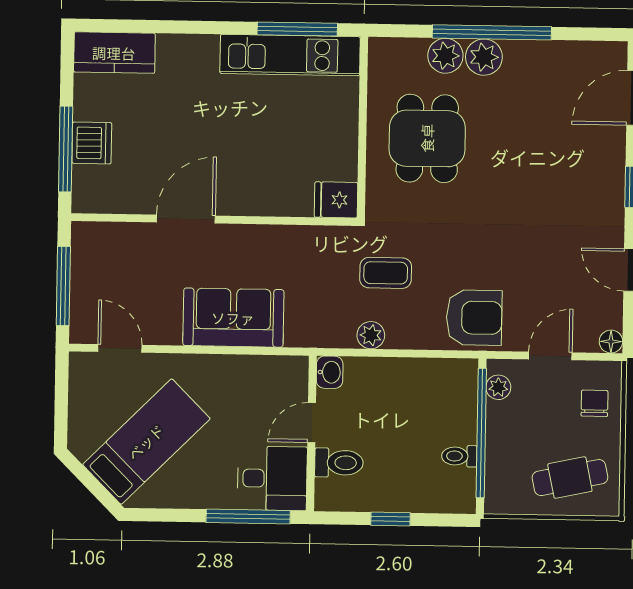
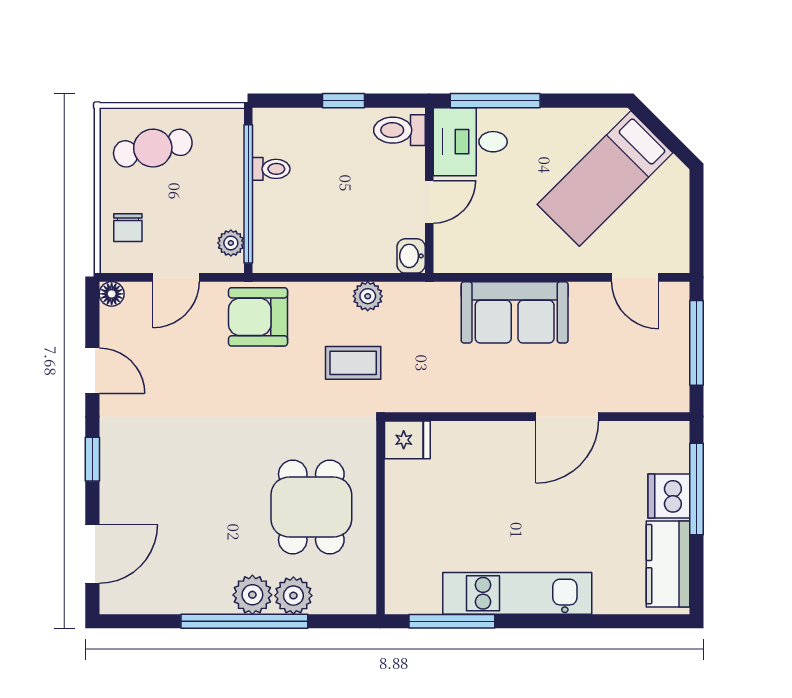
kitchen counter: (114, 53) -> (668, 564), moved, turned -90
kitchen unit: (290, 55) -> (517, 593), moved
toilet: (339, 463) -> (399, 130), moved

